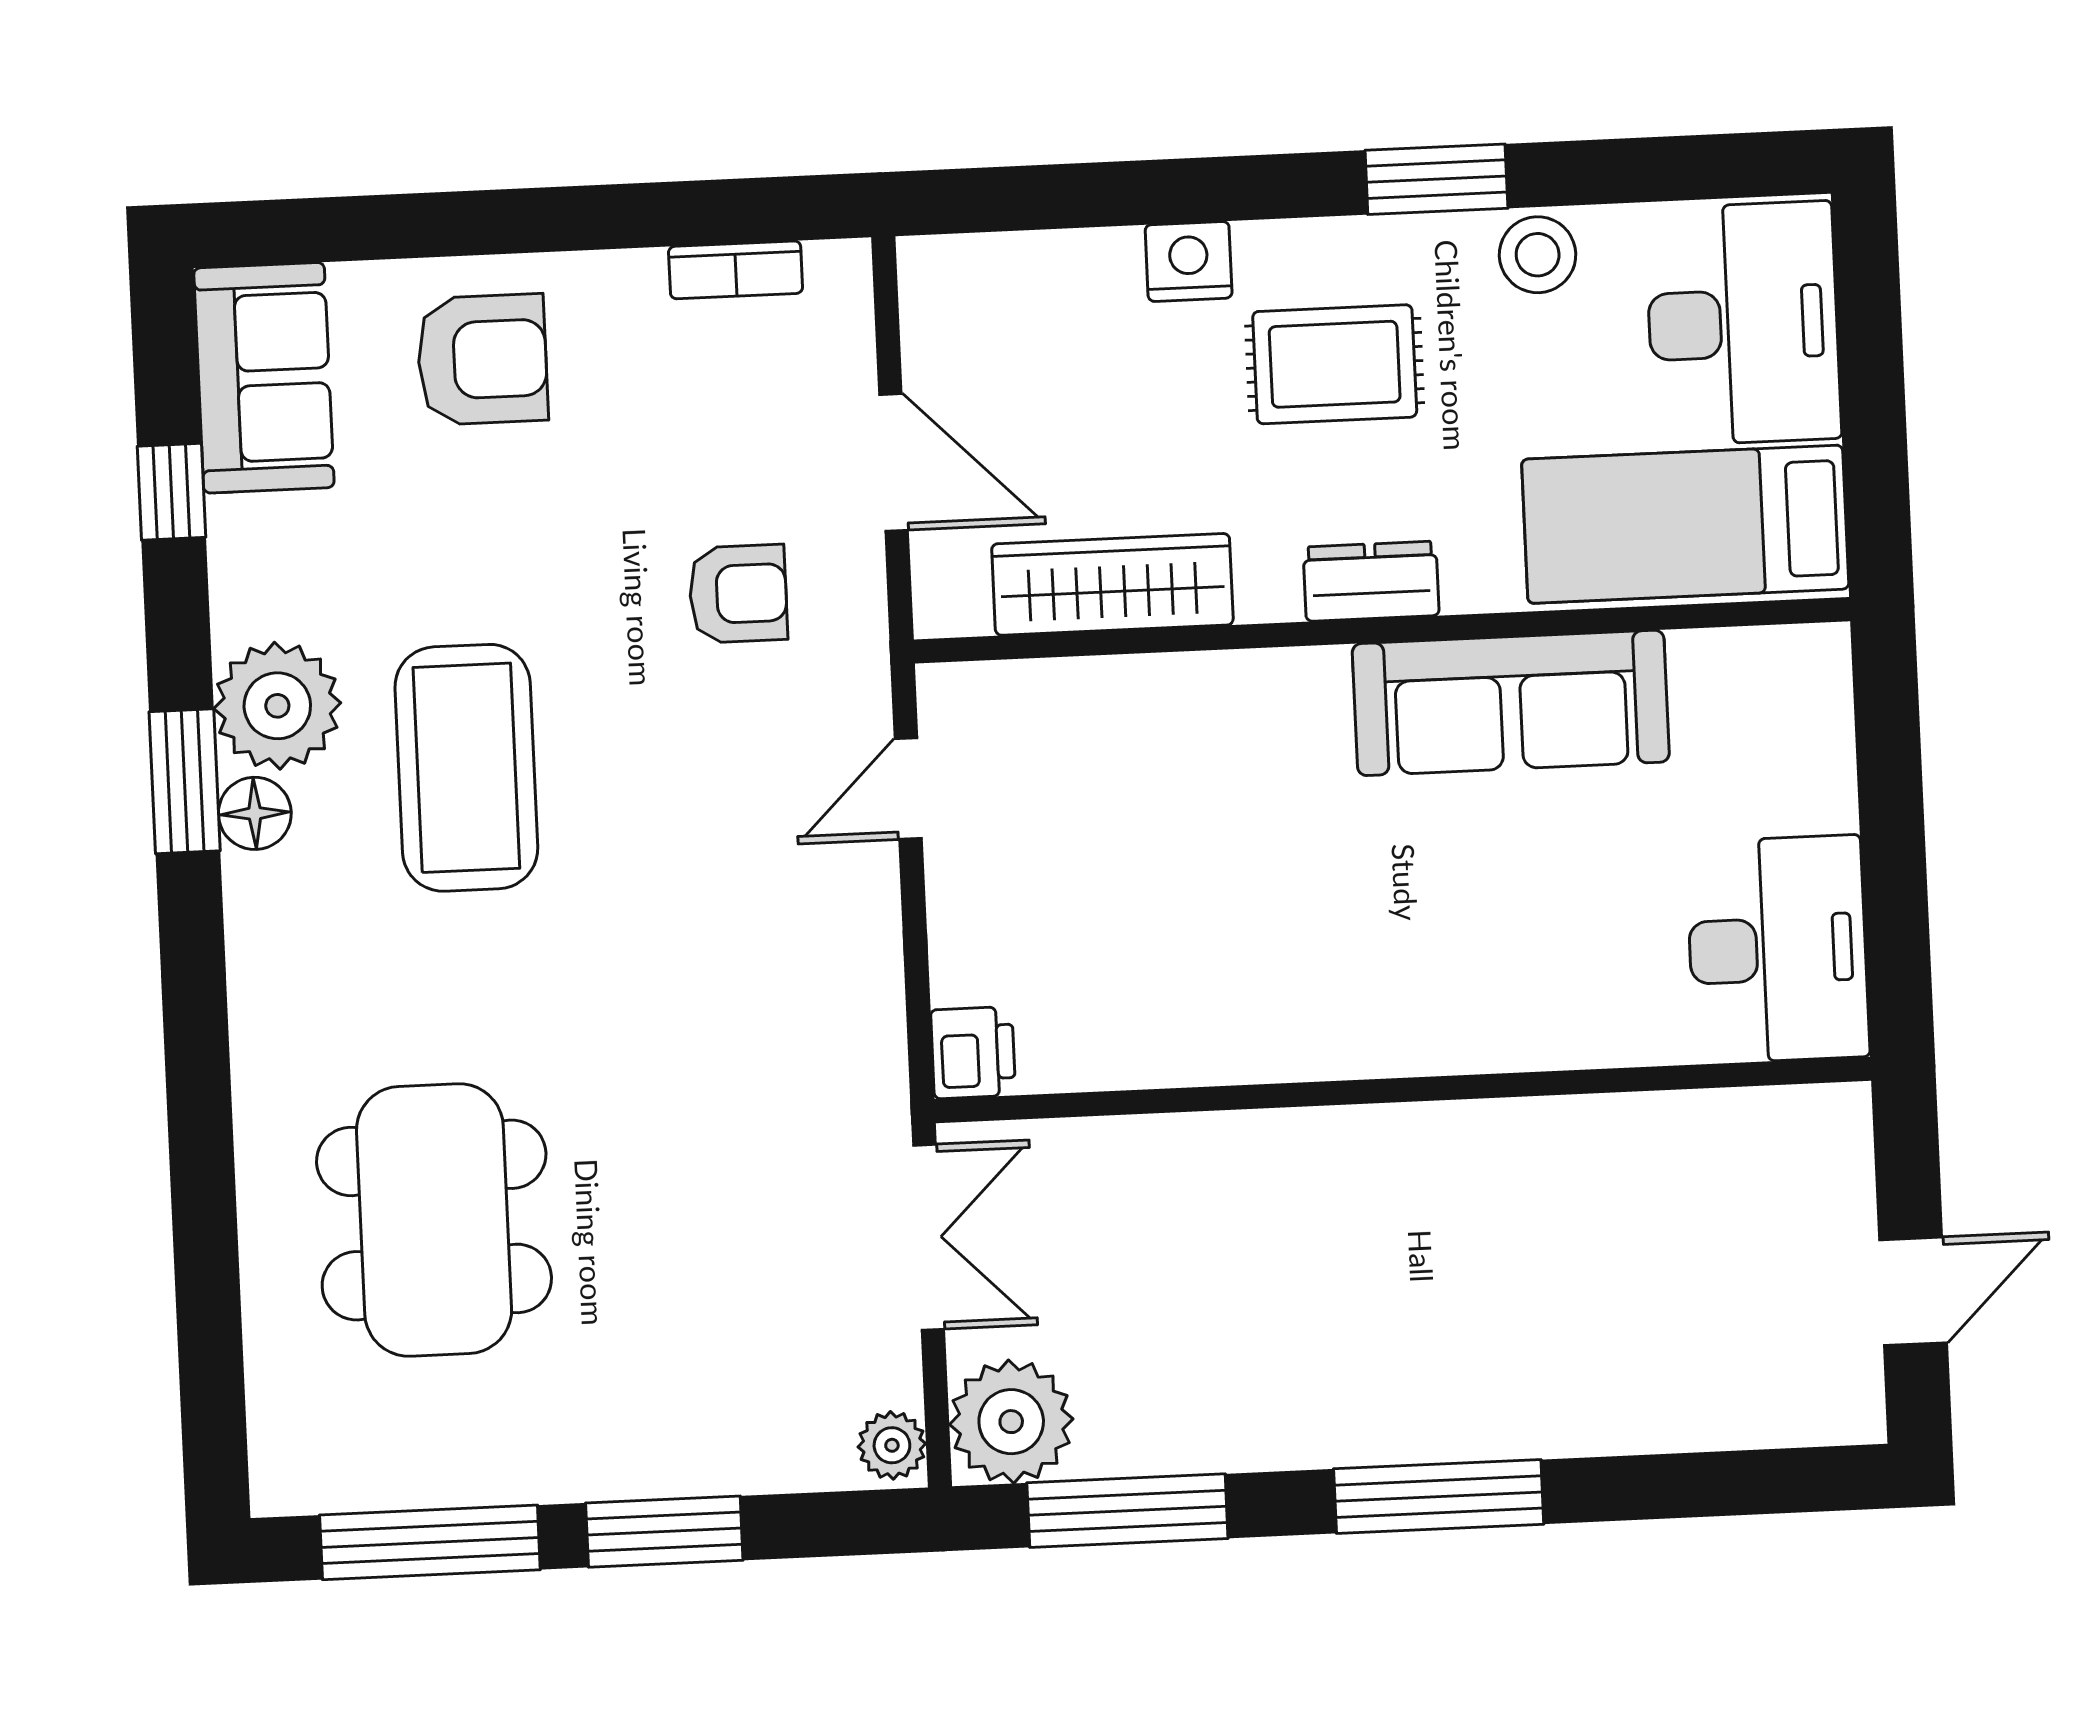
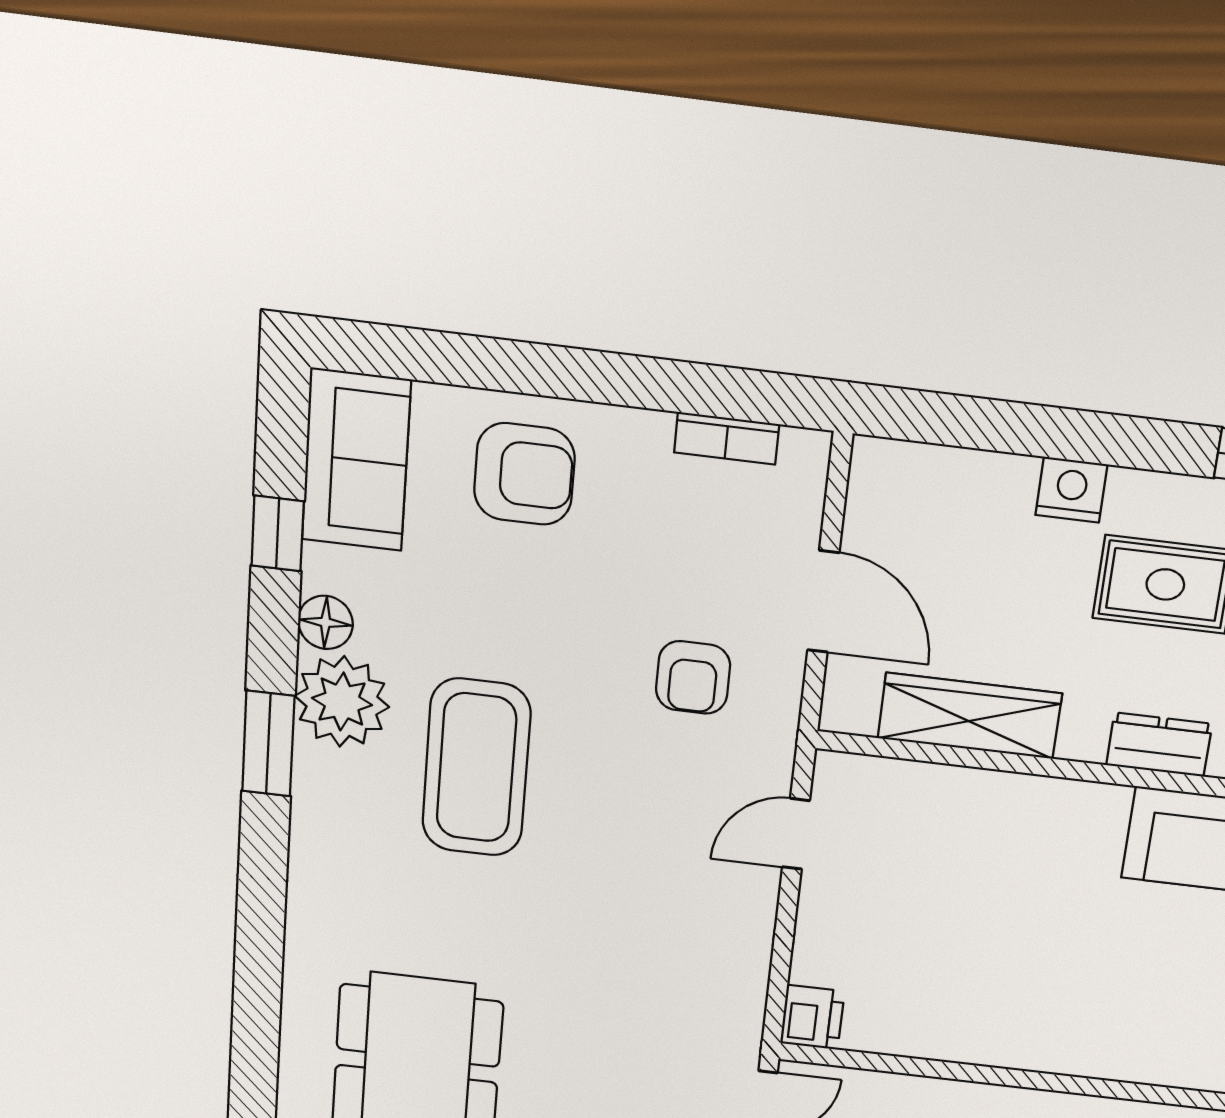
armchair: (738, 594) -> (693, 677), turned 90
floor lamp: (255, 813) -> (325, 622), moved

